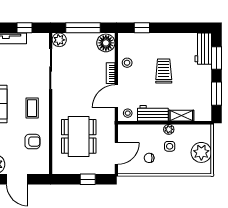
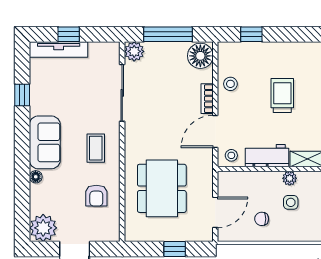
window: (25, 28) -> (69, 34), moved
armchair: (32, 142) -> (96, 196), turned 90

